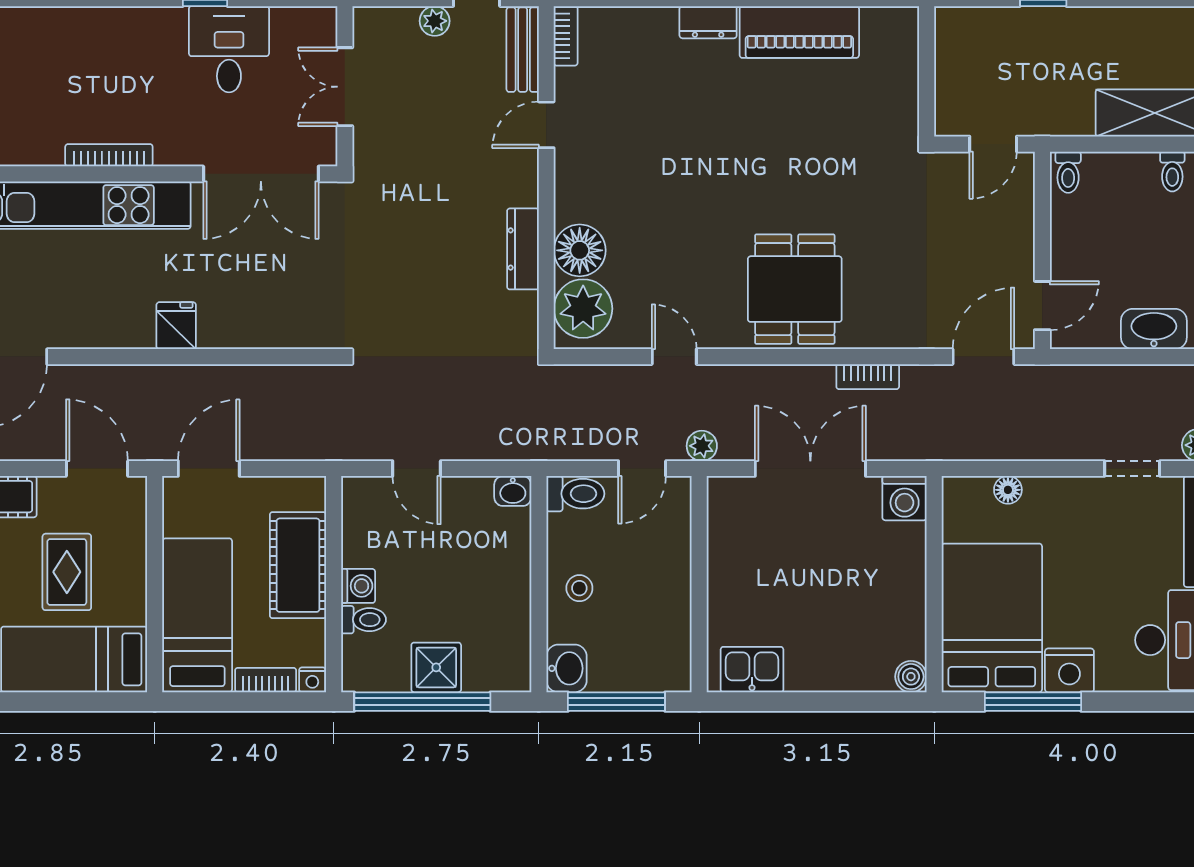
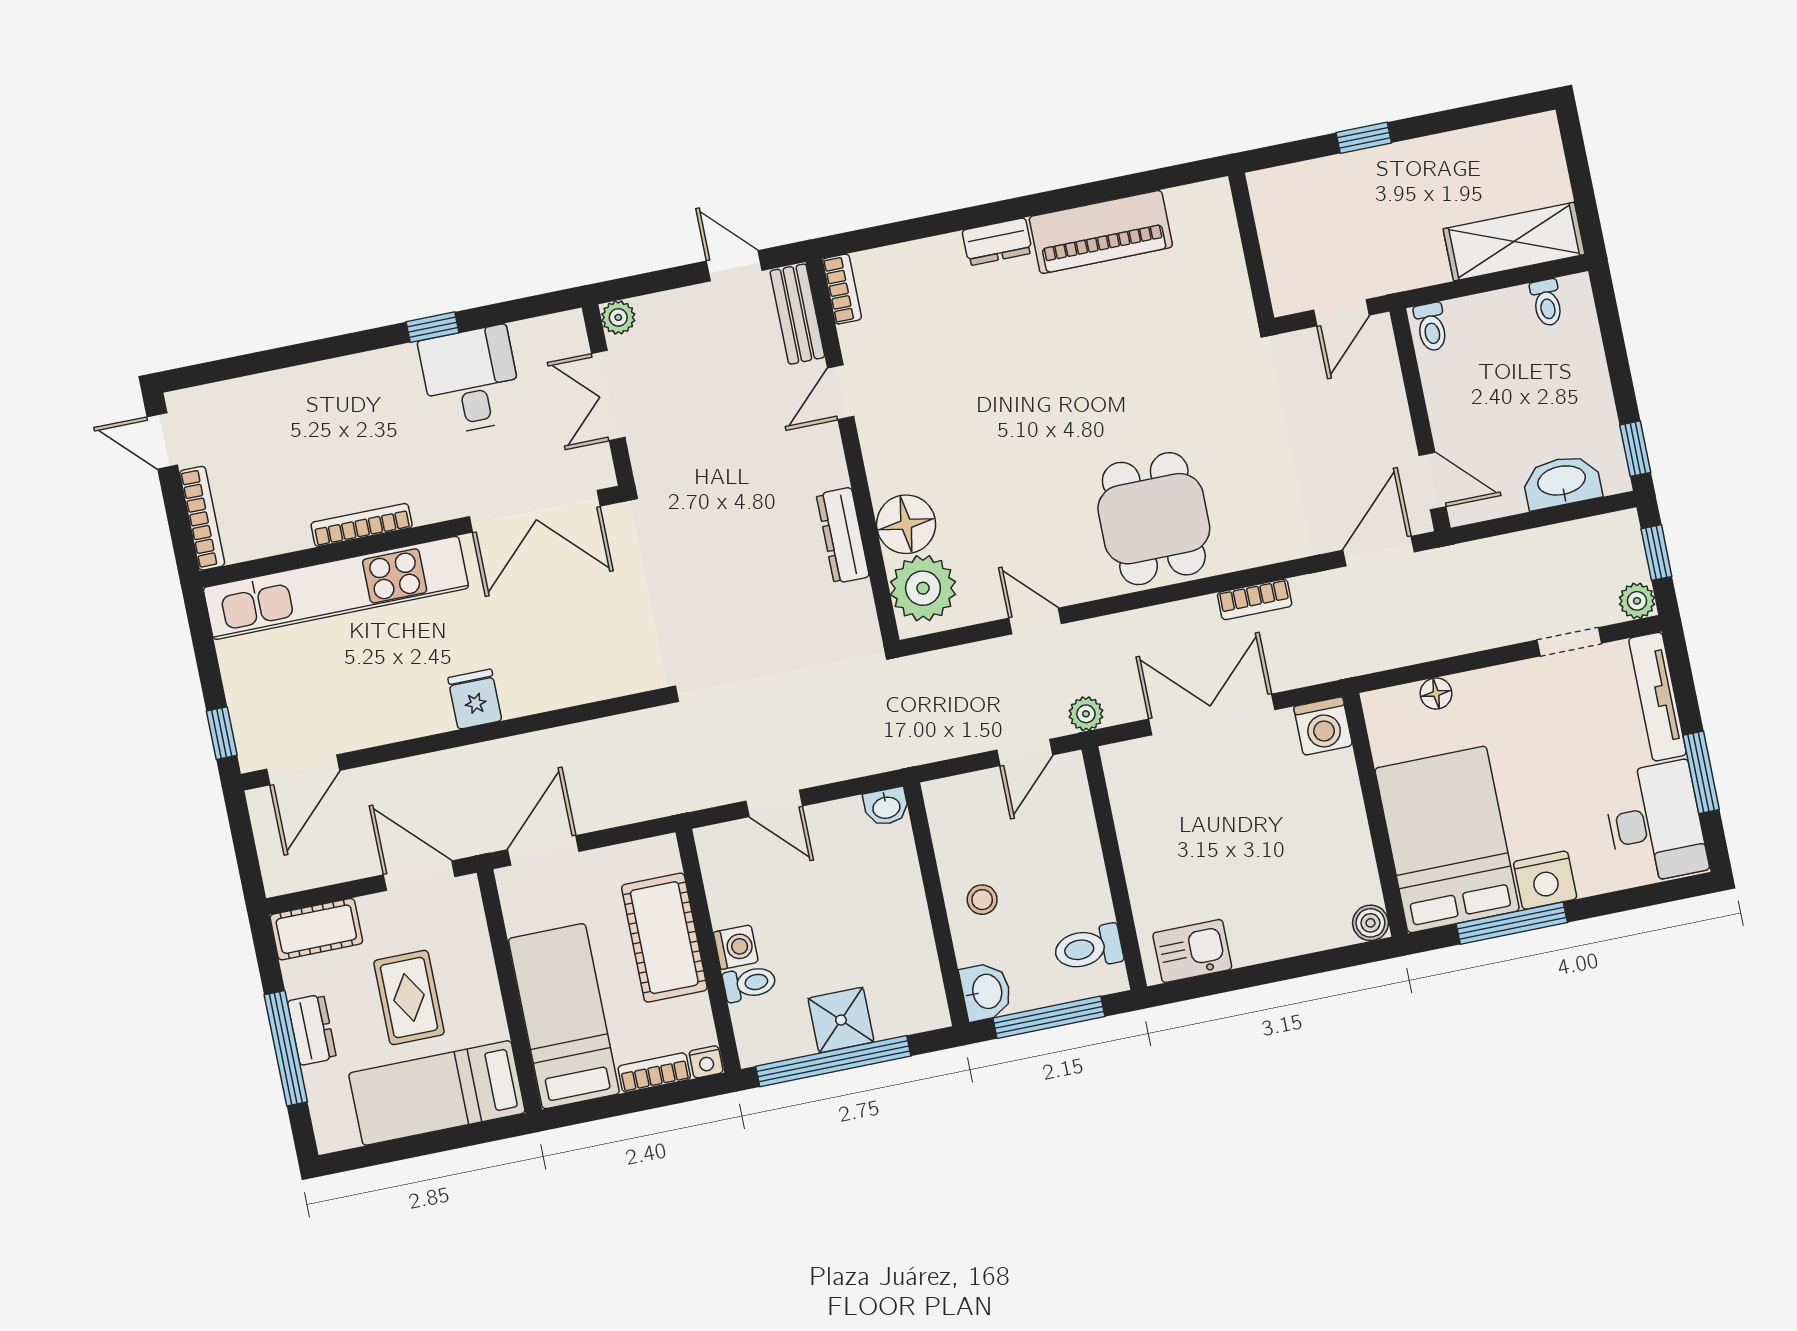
plant: (435, 21) -> (618, 317), moved
door: (1042, 306) -> (1433, 481), hinge flipped
toilet: (575, 494) -> (1088, 948), moved, turned 180

